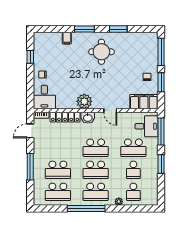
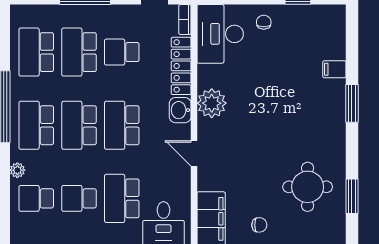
window: (118, 29) -> (352, 196), moved
round table: (101, 52) -> (308, 187), moved
desk: (44, 97) -> (220, 34), width x1.37
door: (110, 110) -> (194, 153), hinge flipped
school desk: (58, 148) -> (122, 52), added

